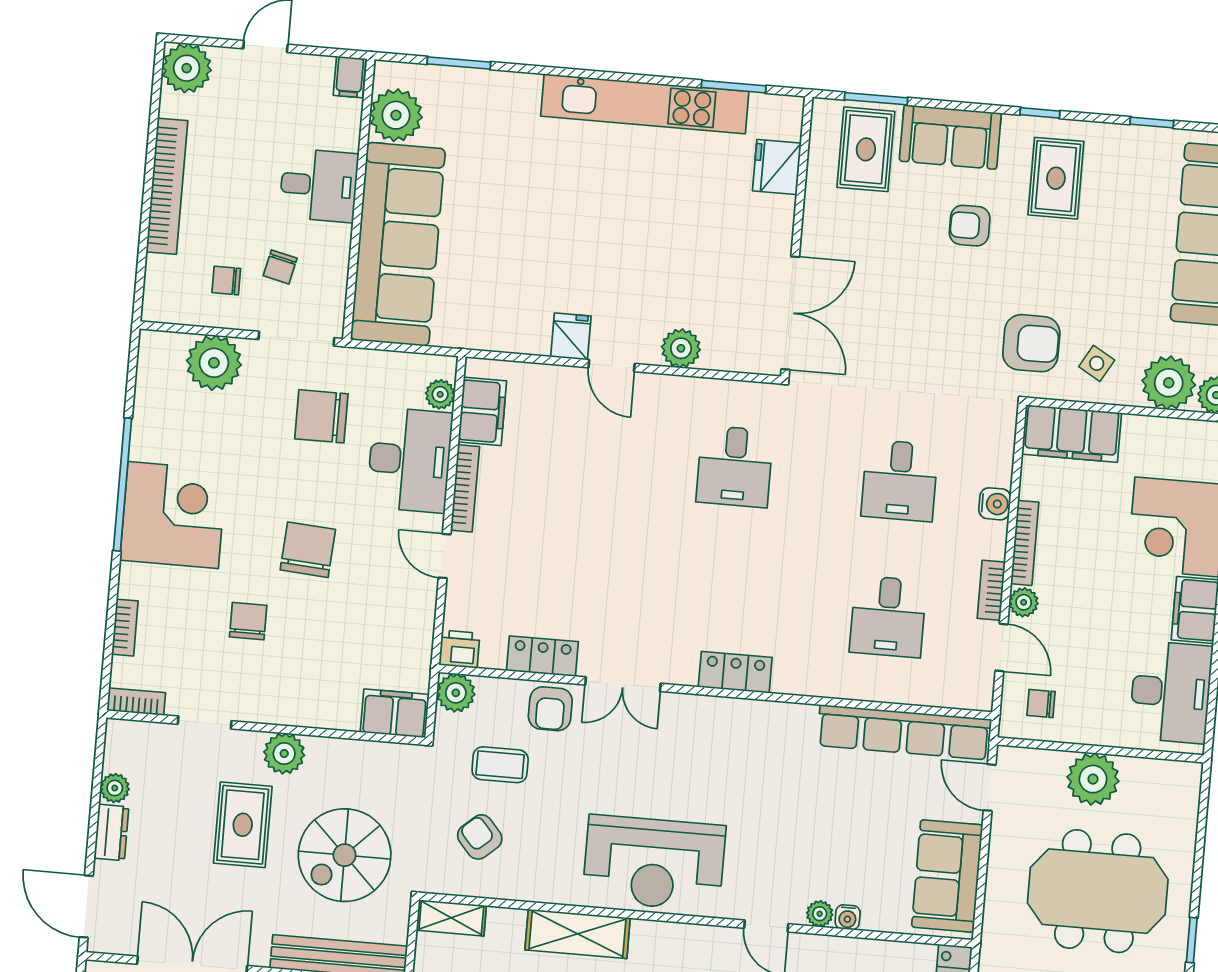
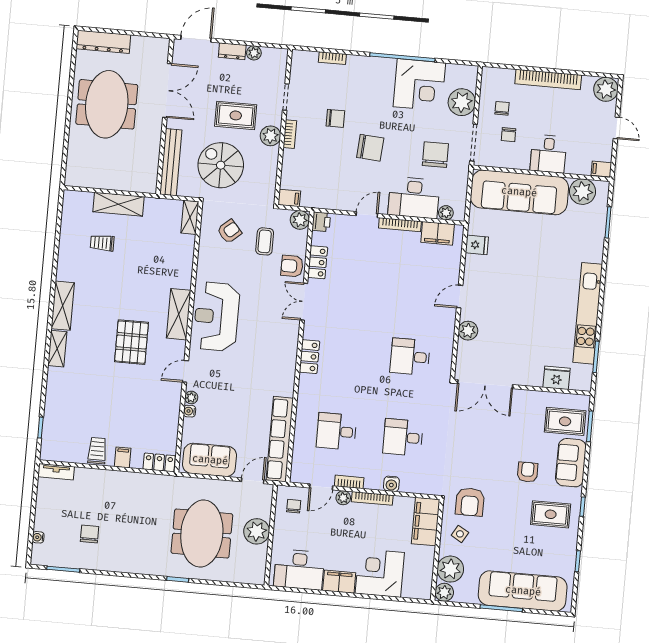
chair: (280, 267) -> (508, 135), turned -103
fridge: (571, 336) -> (477, 245), moved
corner desk: (173, 515) -> (419, 85), moved
bookcase: (136, 702) -> (290, 134), moved
filing cabinet: (395, 713) -> (289, 198), width x0.50
shelving: (578, 934) -> (179, 314), moved

